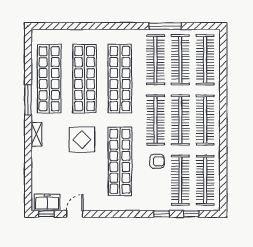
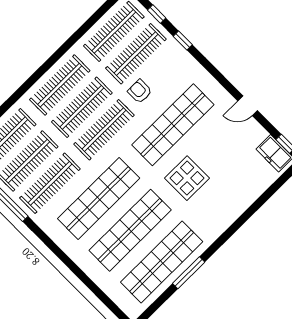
window: (28, 100) -> (189, 273), moved
shelving: (37, 134) -> (223, 223), removed
door: (75, 214) -> (248, 106), moved

